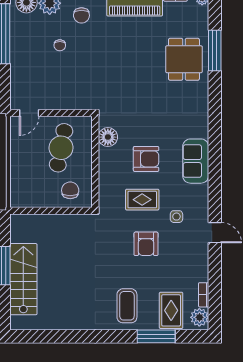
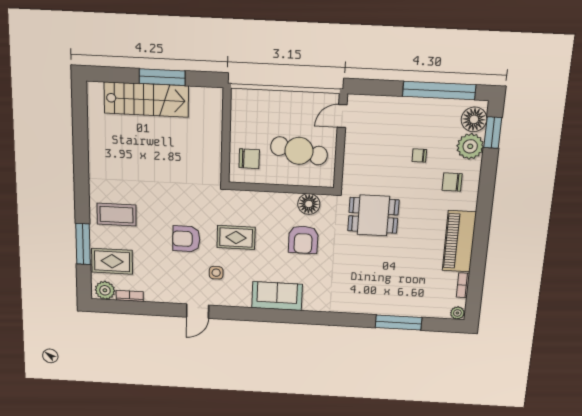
dining table: (184, 59) -> (373, 215), moved
door: (29, 113) -> (342, 116), hinge flipped
armchair: (146, 159) -> (303, 240), moved
rug: (142, 200) -> (236, 237), turned 90

